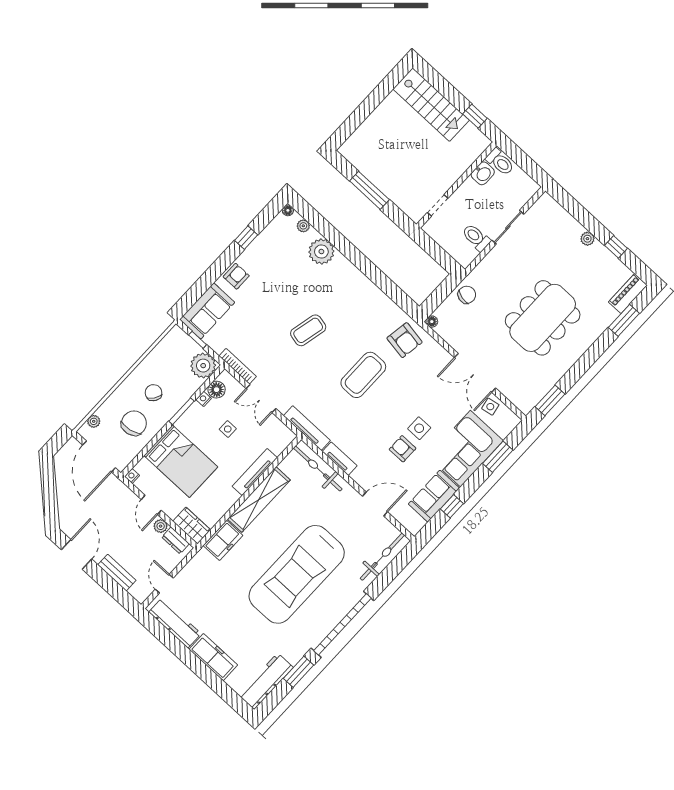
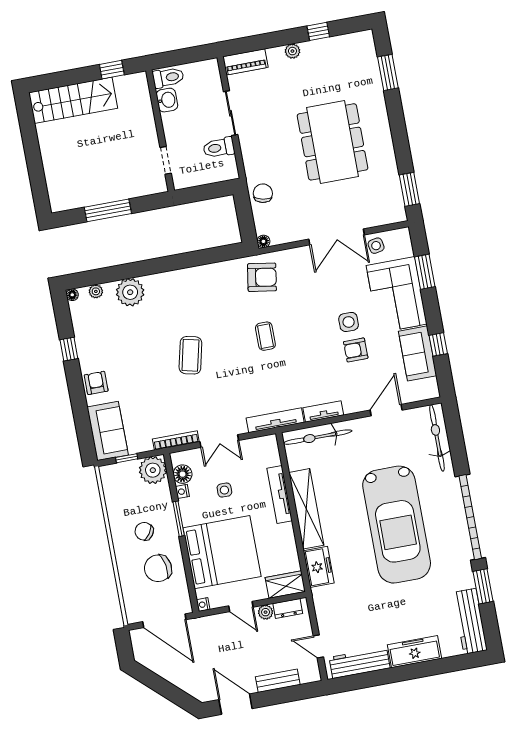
piano: (628, 294) -> (245, 62), moved, turned -90
coffee table: (363, 375) -> (265, 336), width x0.54, depth x0.58
plant: (94, 421) -> (130, 602), removed
chair: (134, 423) -> (158, 568), turned -89
bed: (181, 461) -> (222, 552), width x1.36

